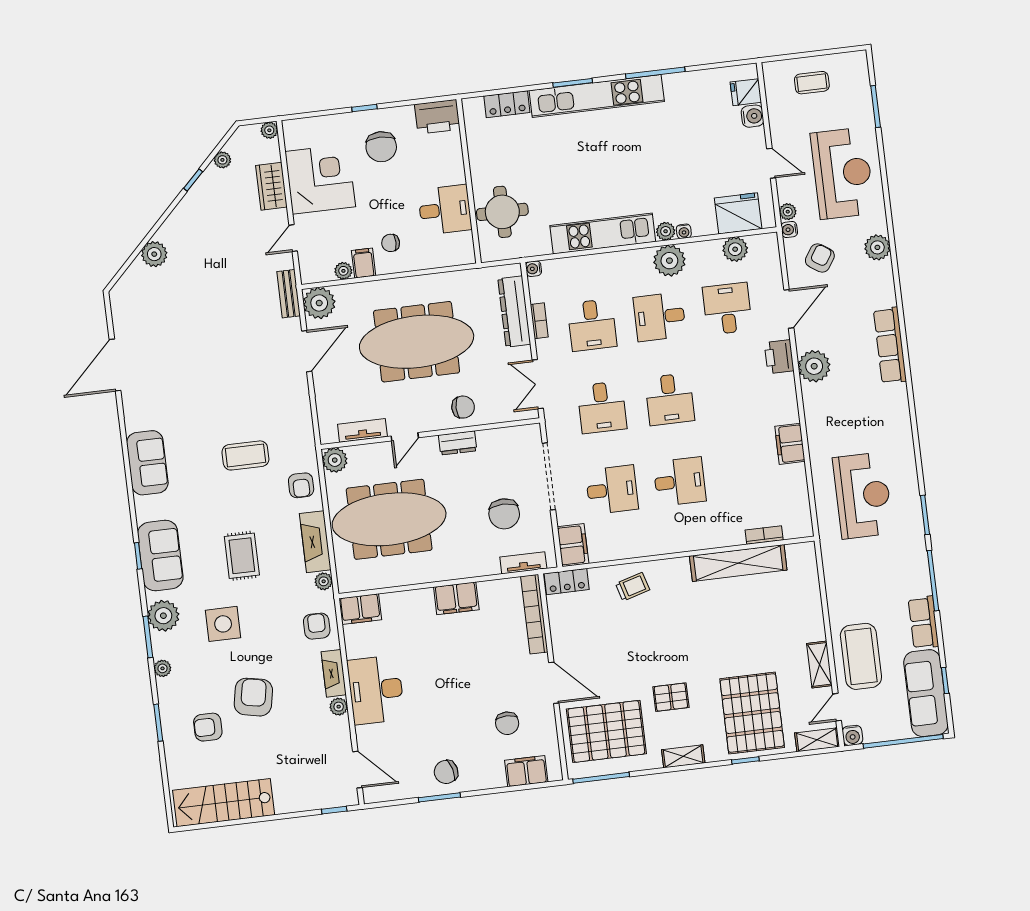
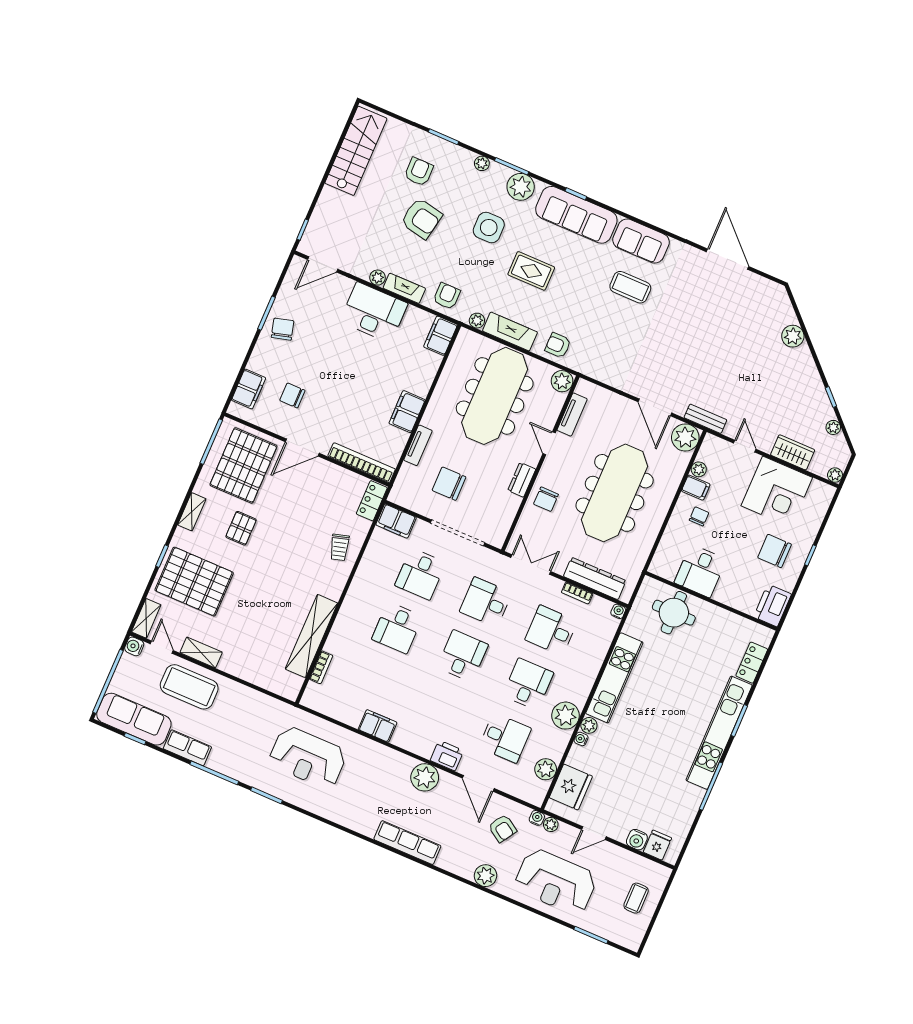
desk: (670, 399) -> (463, 656), turned 90
coffee table: (245, 455) -> (630, 287), moved, turned 90
sofa: (160, 556) -> (576, 215), width x1.36
tv unit: (523, 563) -> (418, 445), moved
armchair: (317, 626) -> (447, 296), turned -90

